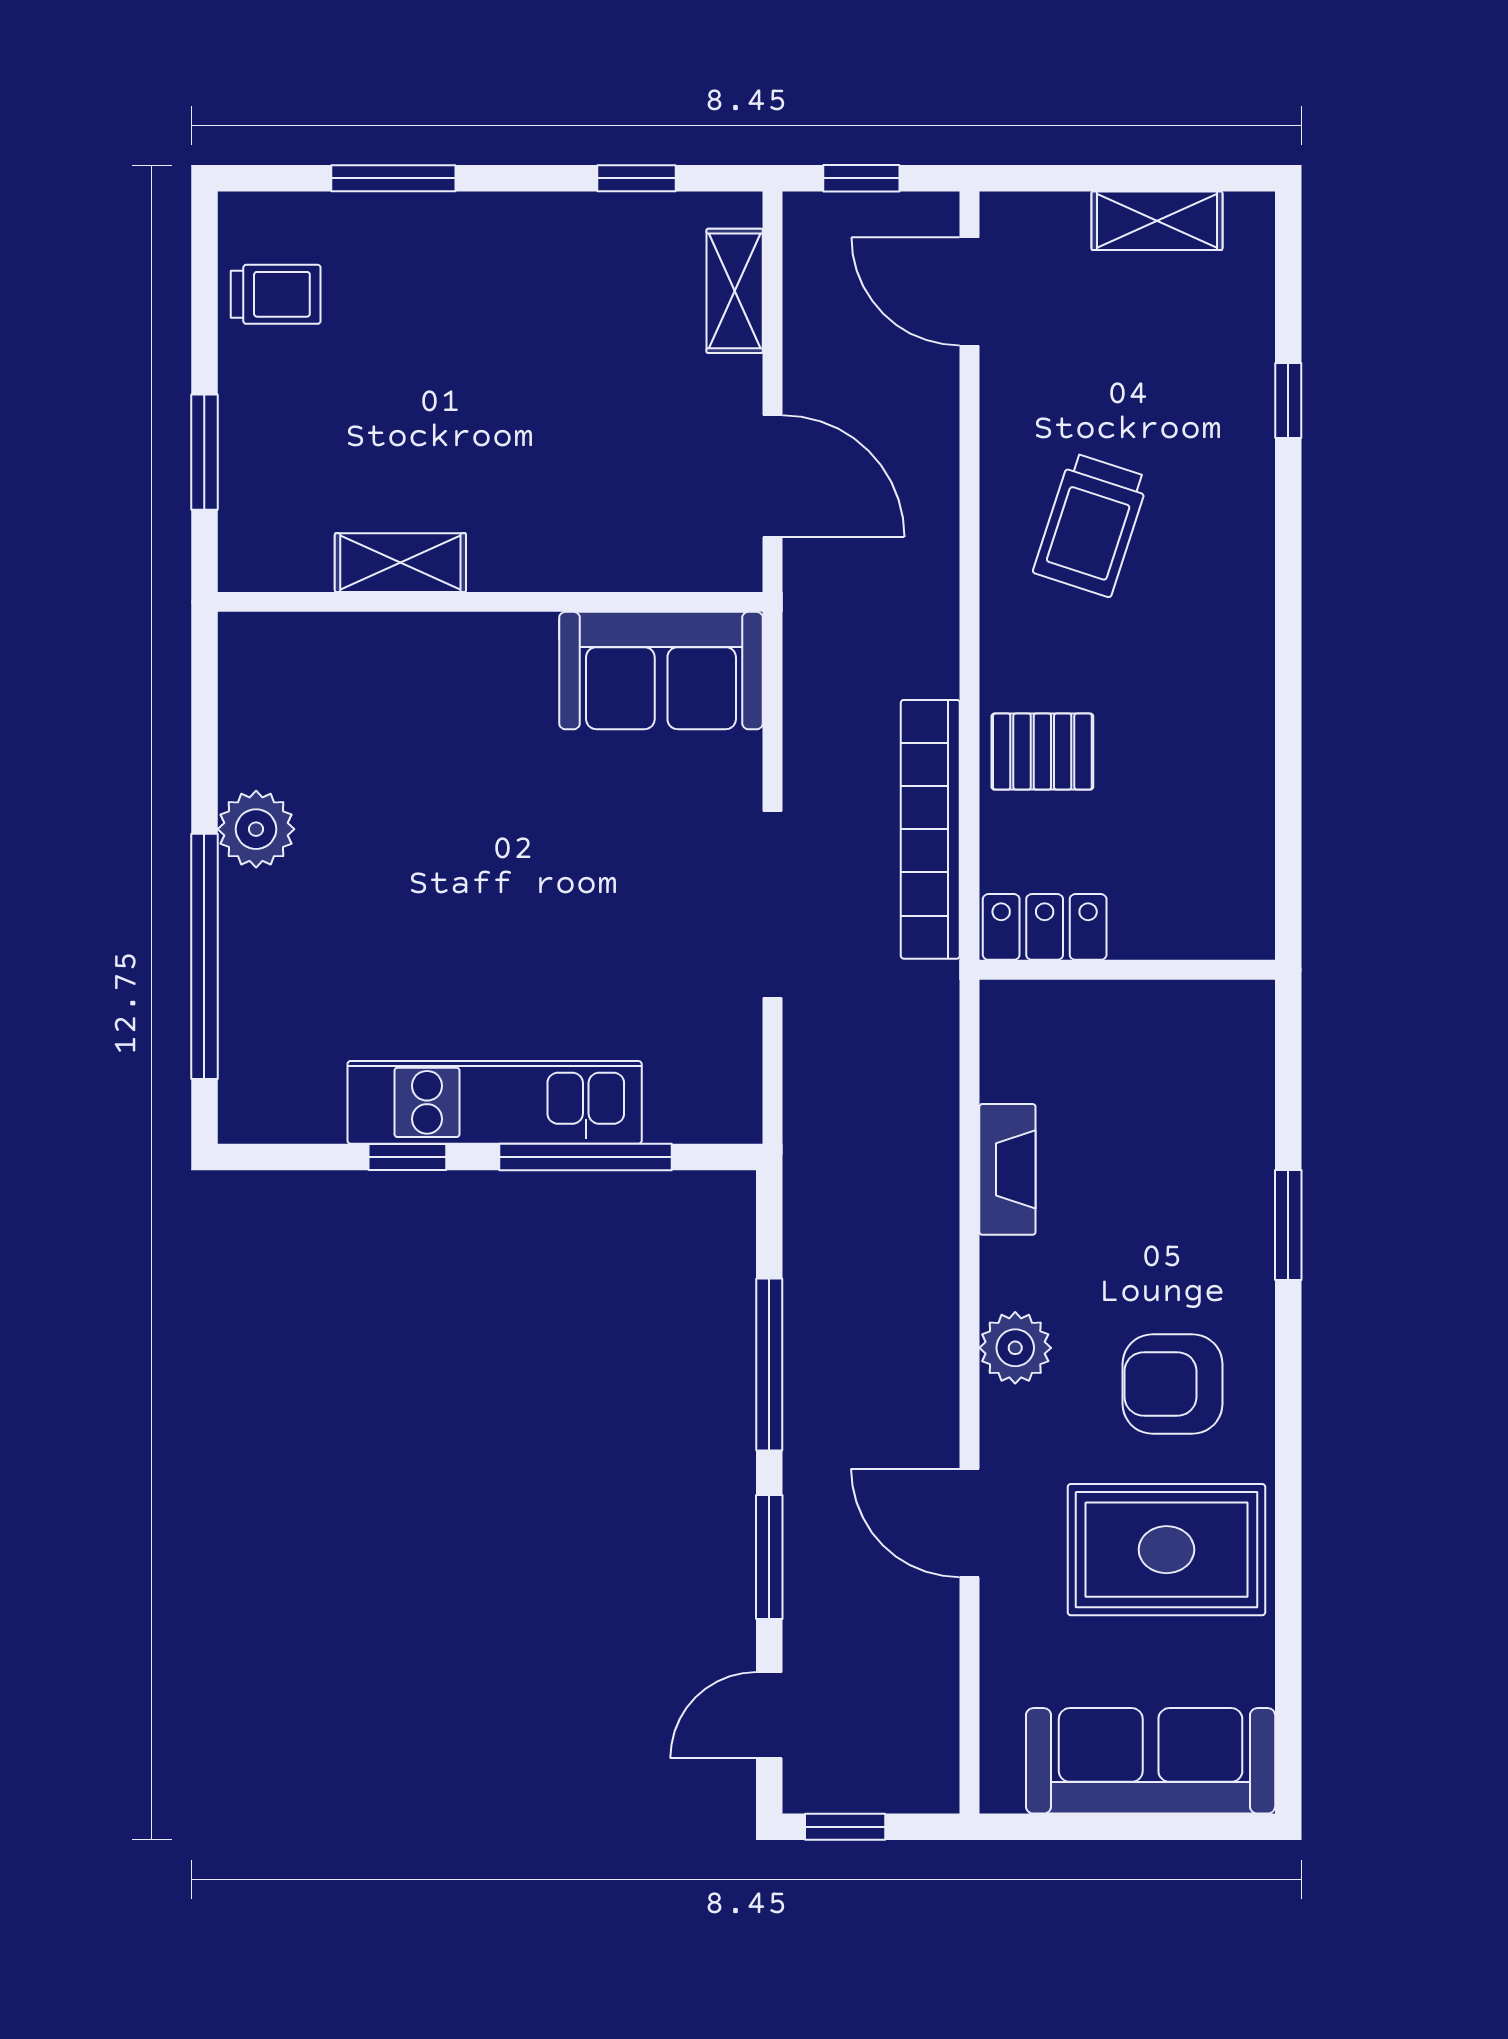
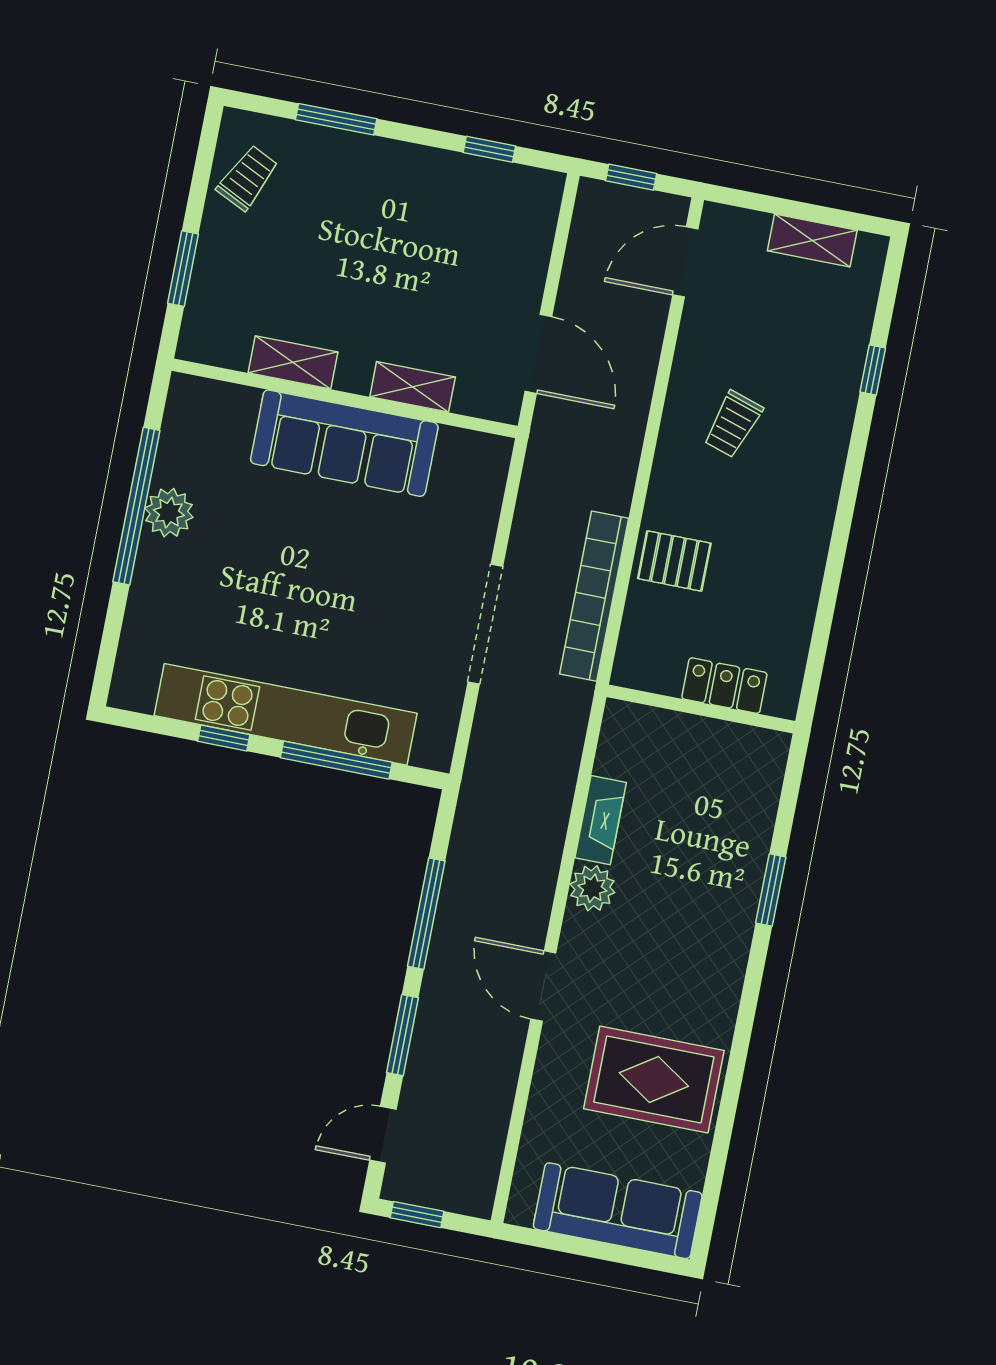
shelving: (735, 291) -> (413, 387), moved, turned 90
door: (970, 291) -> (685, 262), hinge flipped
trolley: (276, 294) -> (248, 178), turned -64
trolley: (1091, 525) -> (733, 424), width x0.73, depth x0.72
sofa: (661, 671) -> (344, 443), moved, width x1.36
locker: (1045, 927) -> (724, 686), moved
window: (204, 956) -> (136, 506), moved
kitchen unit: (495, 1102) -> (286, 714), width x1.36
plant: (1015, 1348) -> (592, 888), moved
armchair: (1172, 1384) -> (678, 976), removed
door: (970, 1523) -> (543, 986), moved

